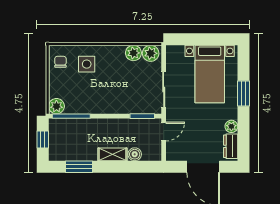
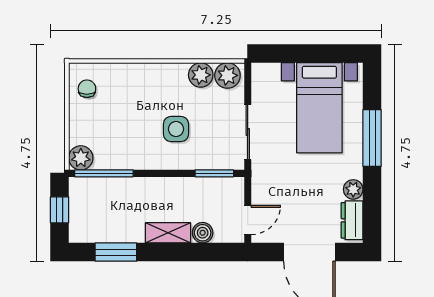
side table: (87, 64) -> (176, 129), moved
window: (243, 93) -> (372, 138), width x1.44
door: (164, 131) -> (248, 220), moved

